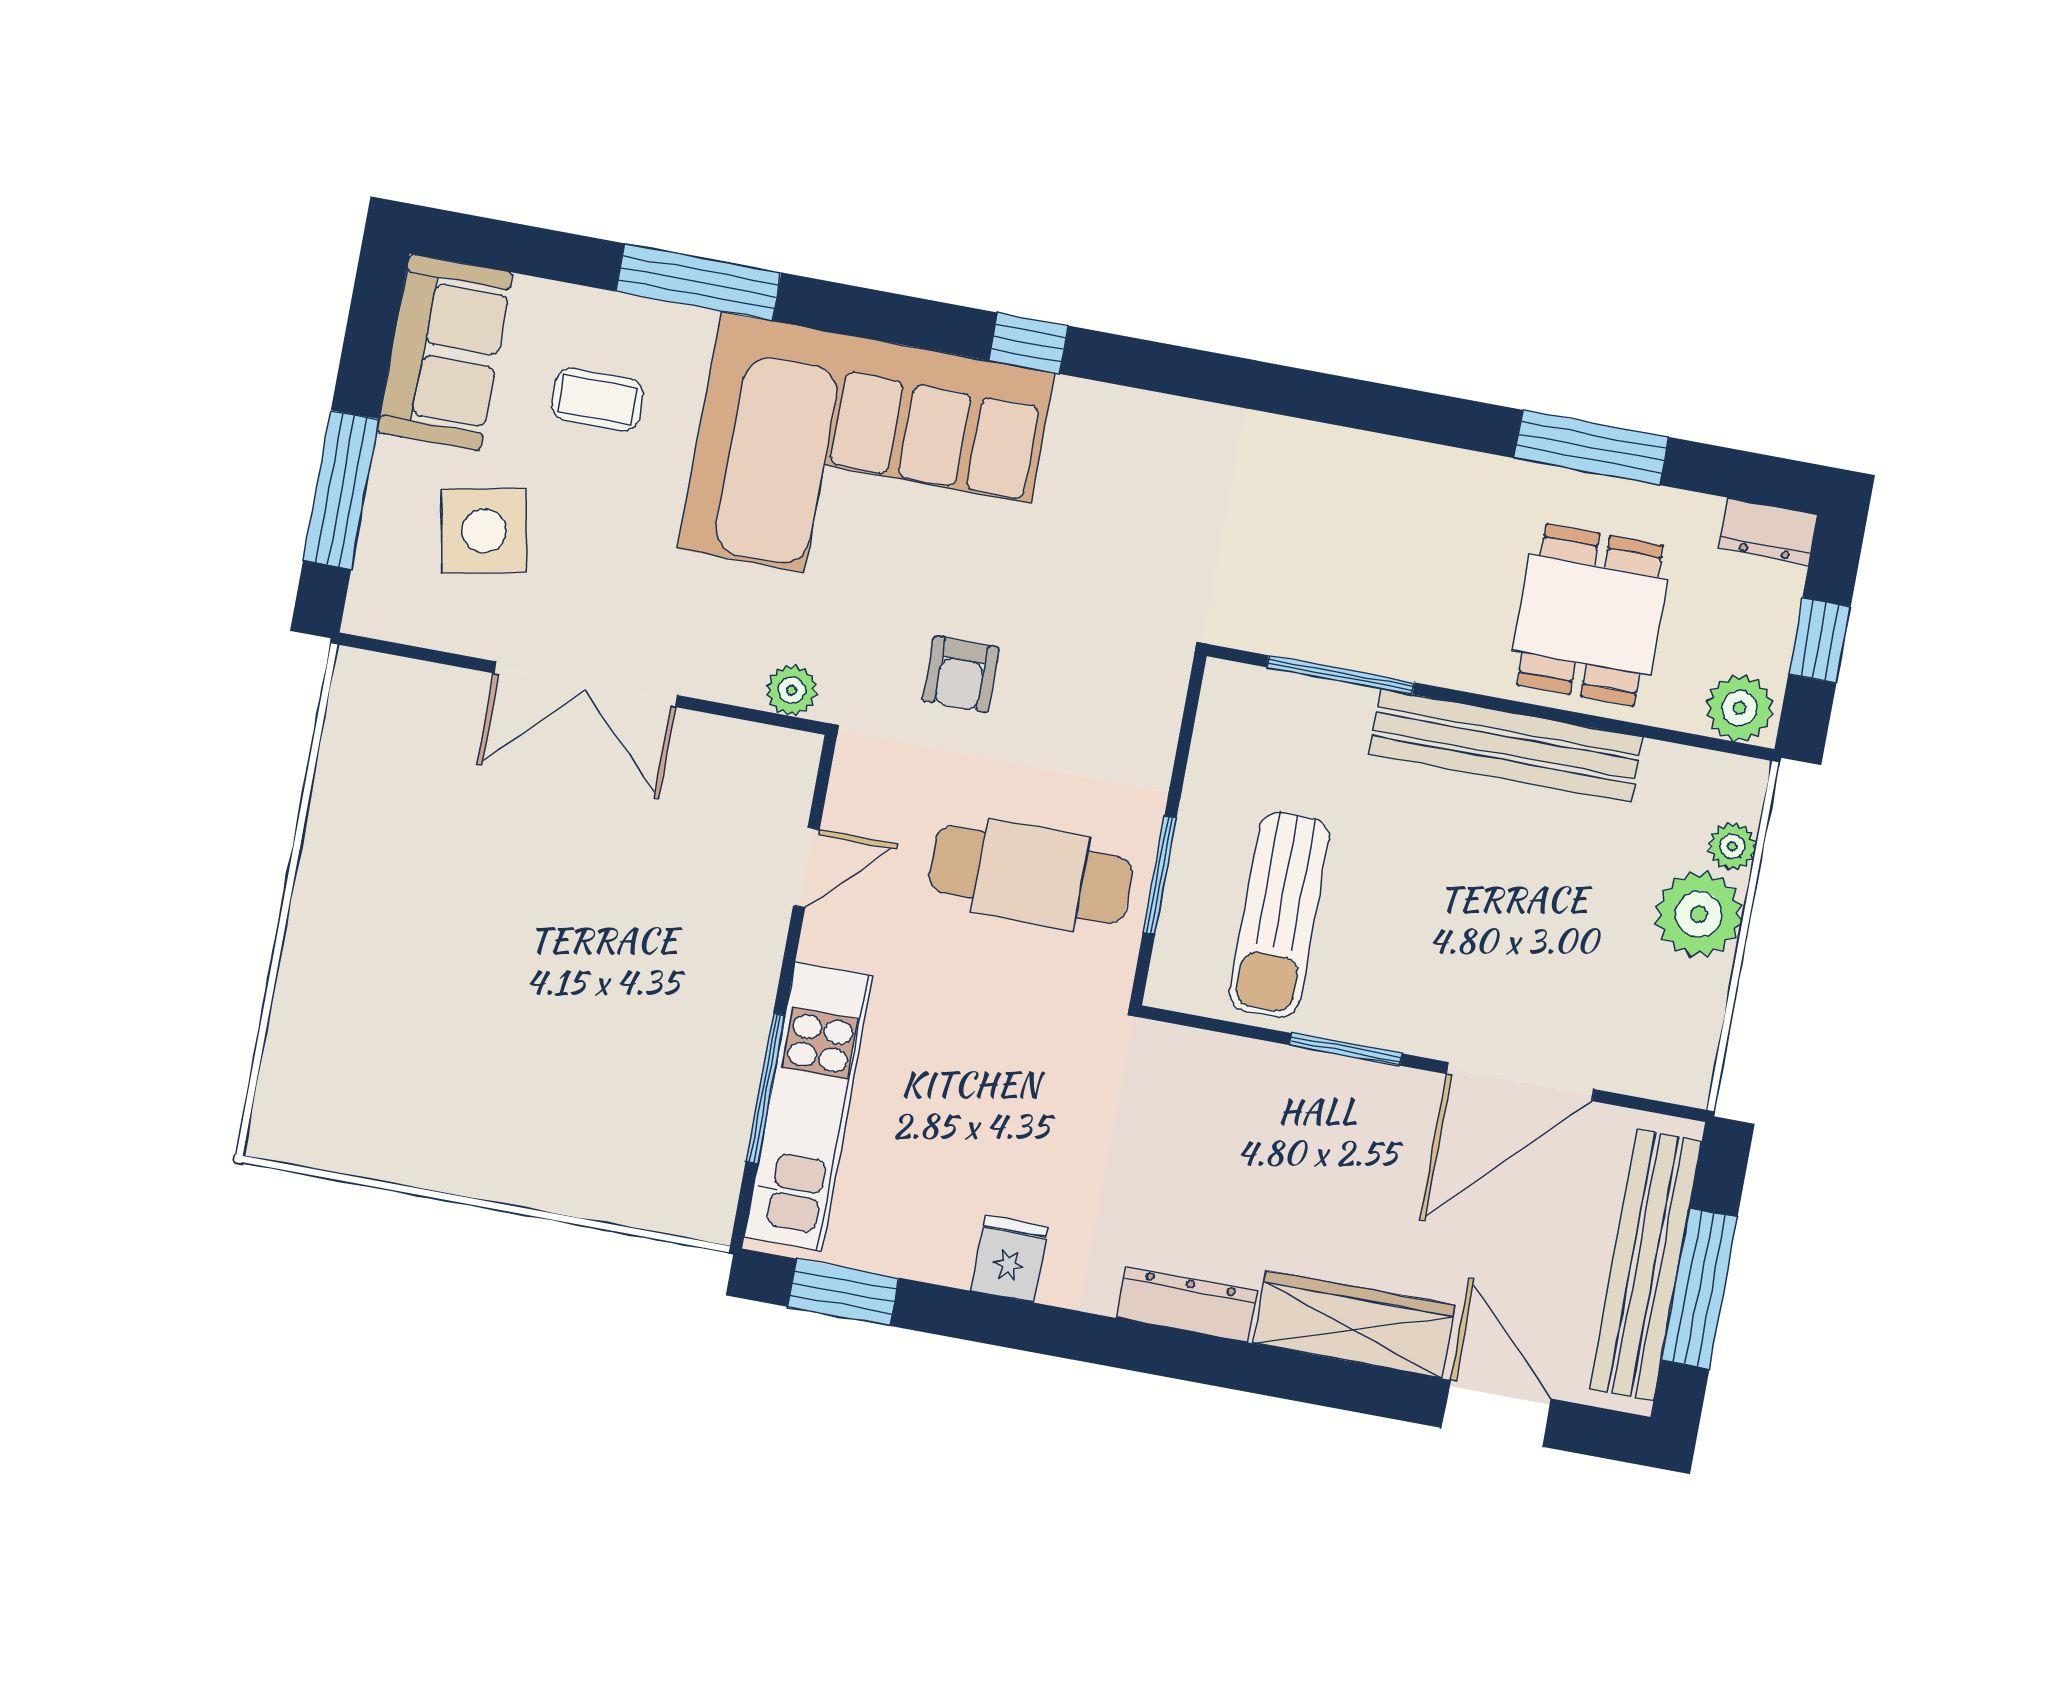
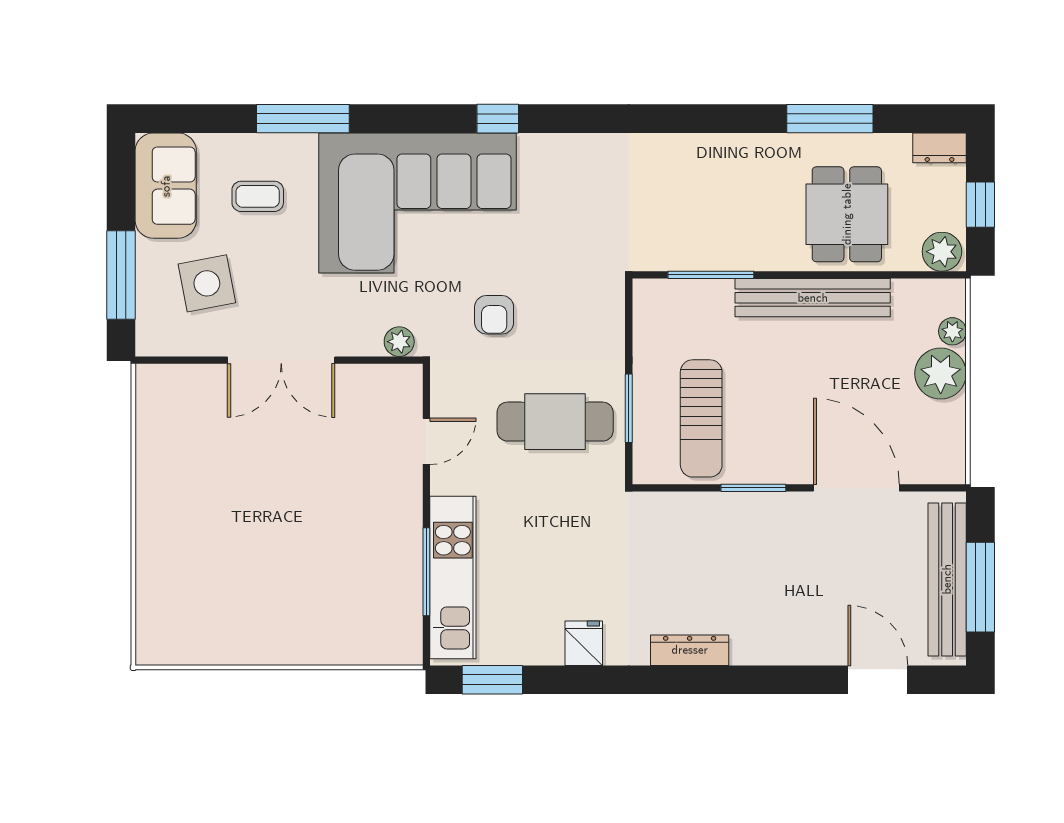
door: (1520, 1082) -> (856, 488), swing flipped
wardrobe: (1354, 1324) -> (787, 644), removed

